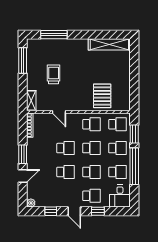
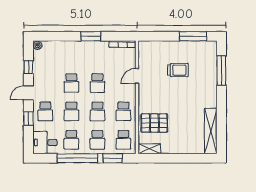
shelving: (31, 101) -> (149, 149), moved
door: (23, 176) -> (67, 36), removed

